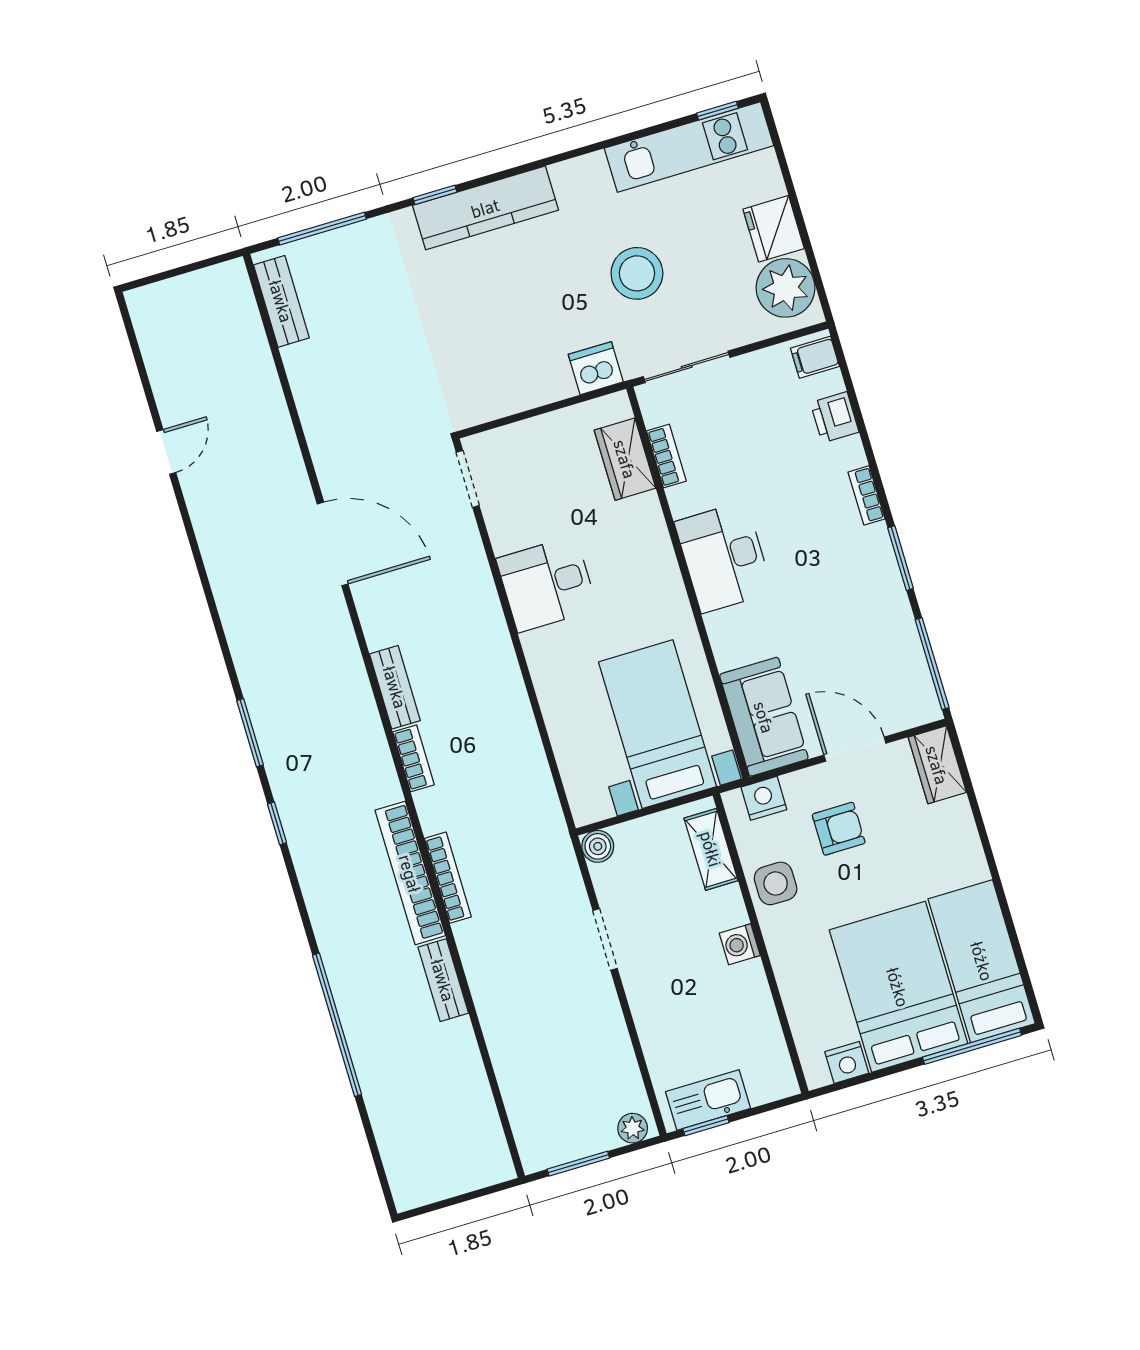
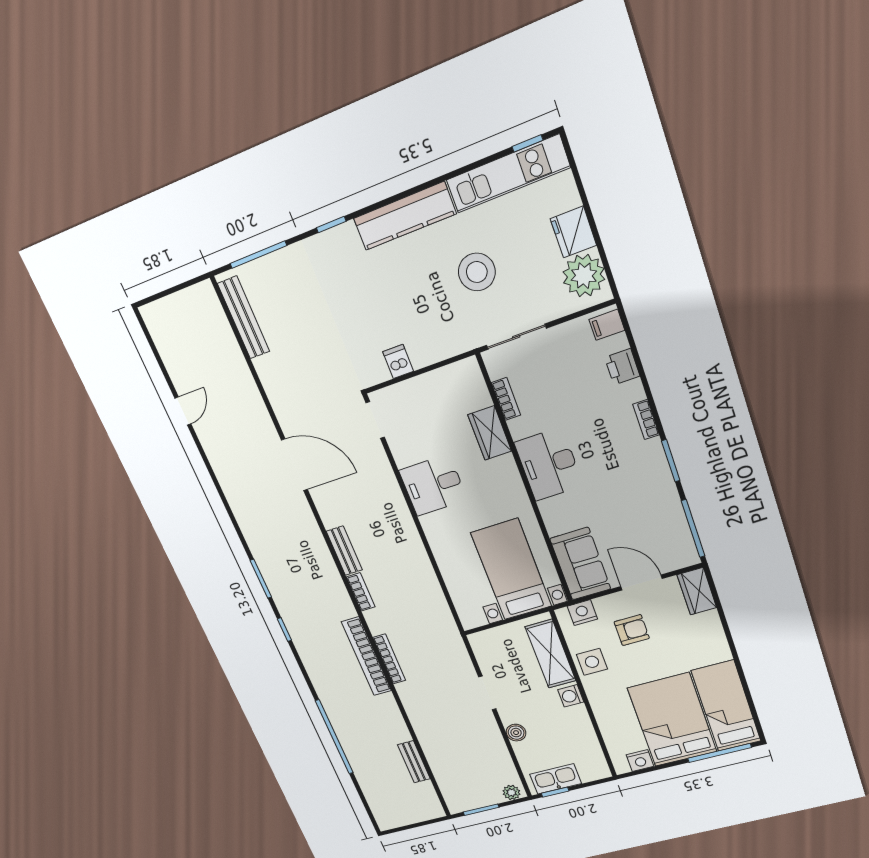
kitchen counter: (485, 208) -> (405, 216), moved
bench: (281, 301) -> (244, 318), width x1.36
dishwasher: (596, 368) -> (398, 362), moved, width x0.73
wardrobe: (625, 459) -> (490, 433), moved
boiler: (598, 846) -> (516, 733), moved
shelving: (711, 849) -> (551, 654), width x1.50, depth x1.33
bench: (443, 980) -> (414, 762), moved

